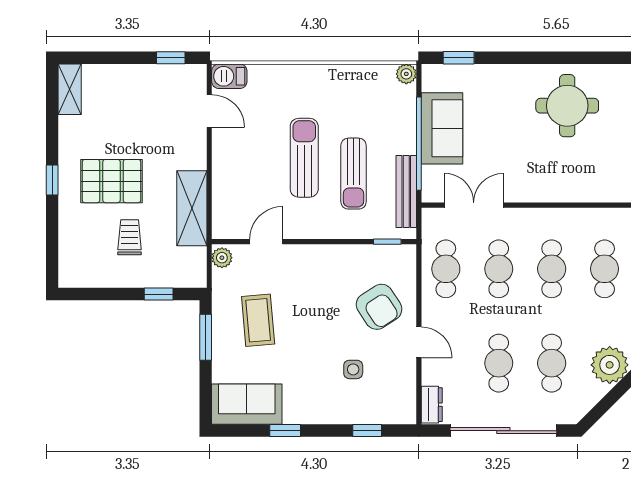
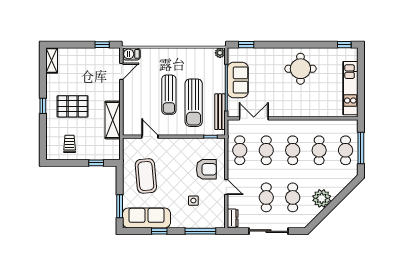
door: (209, 111) -> (121, 71), hinge flipped
sun lounger: (304, 158) -> (169, 95), turned 180
sun lounger: (354, 174) -> (194, 103), width x1.36, depth x1.34
trolley: (130, 237) -> (70, 144), moved
door: (266, 242) -> (150, 137), hinge flipped
plant: (222, 258) -> (128, 145), removed
armchair: (379, 307) -> (206, 169), turned -57
coffee table: (258, 320) -> (146, 176), width x1.36, depth x1.32
window: (206, 337) -> (120, 206), moved
sofa: (247, 404) -> (147, 218), width x1.36
window: (367, 431) -> (200, 231), width x2.17
sliding door: (503, 431) -> (269, 231), width x0.73

